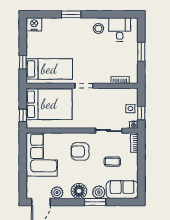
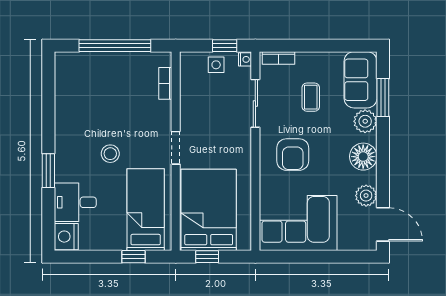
stool: (98, 29) -> (110, 154), moved
desk: (120, 29) -> (75, 202), moved
window: (141, 52) -> (115, 46), width x2.11
window: (23, 115) -> (207, 257), moved
window: (95, 202) -> (383, 97), moved

